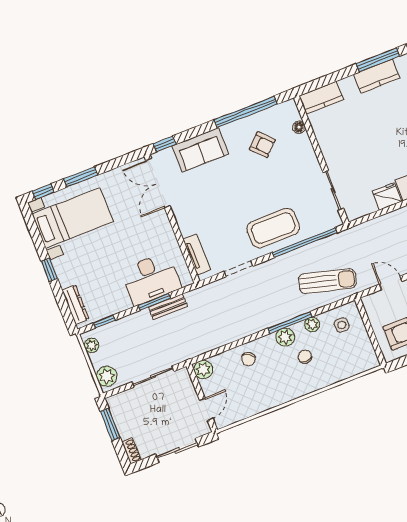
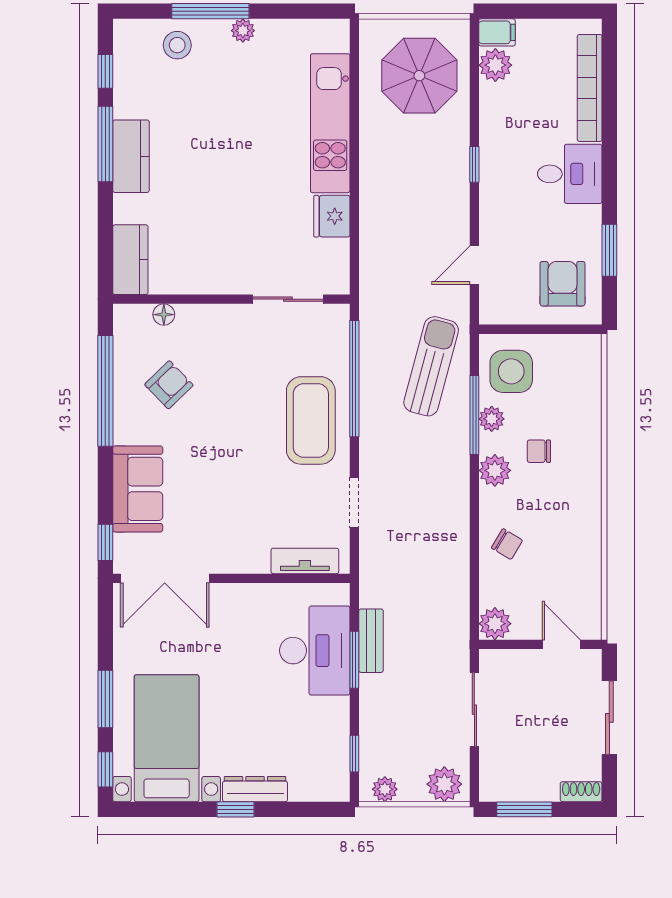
dresser: (75, 305) -> (255, 789), moved
window: (290, 323) -> (474, 415), moved
side table: (342, 325) -> (511, 371), width x1.87, depth x1.87

